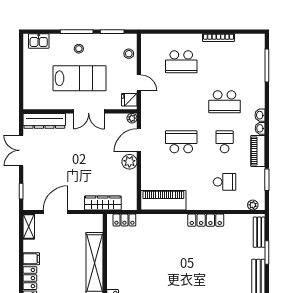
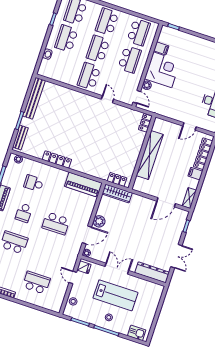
lab bench: (80, 78) -> (116, 295), turned 180
wardrobe: (103, 203) -> (117, 193), moved

